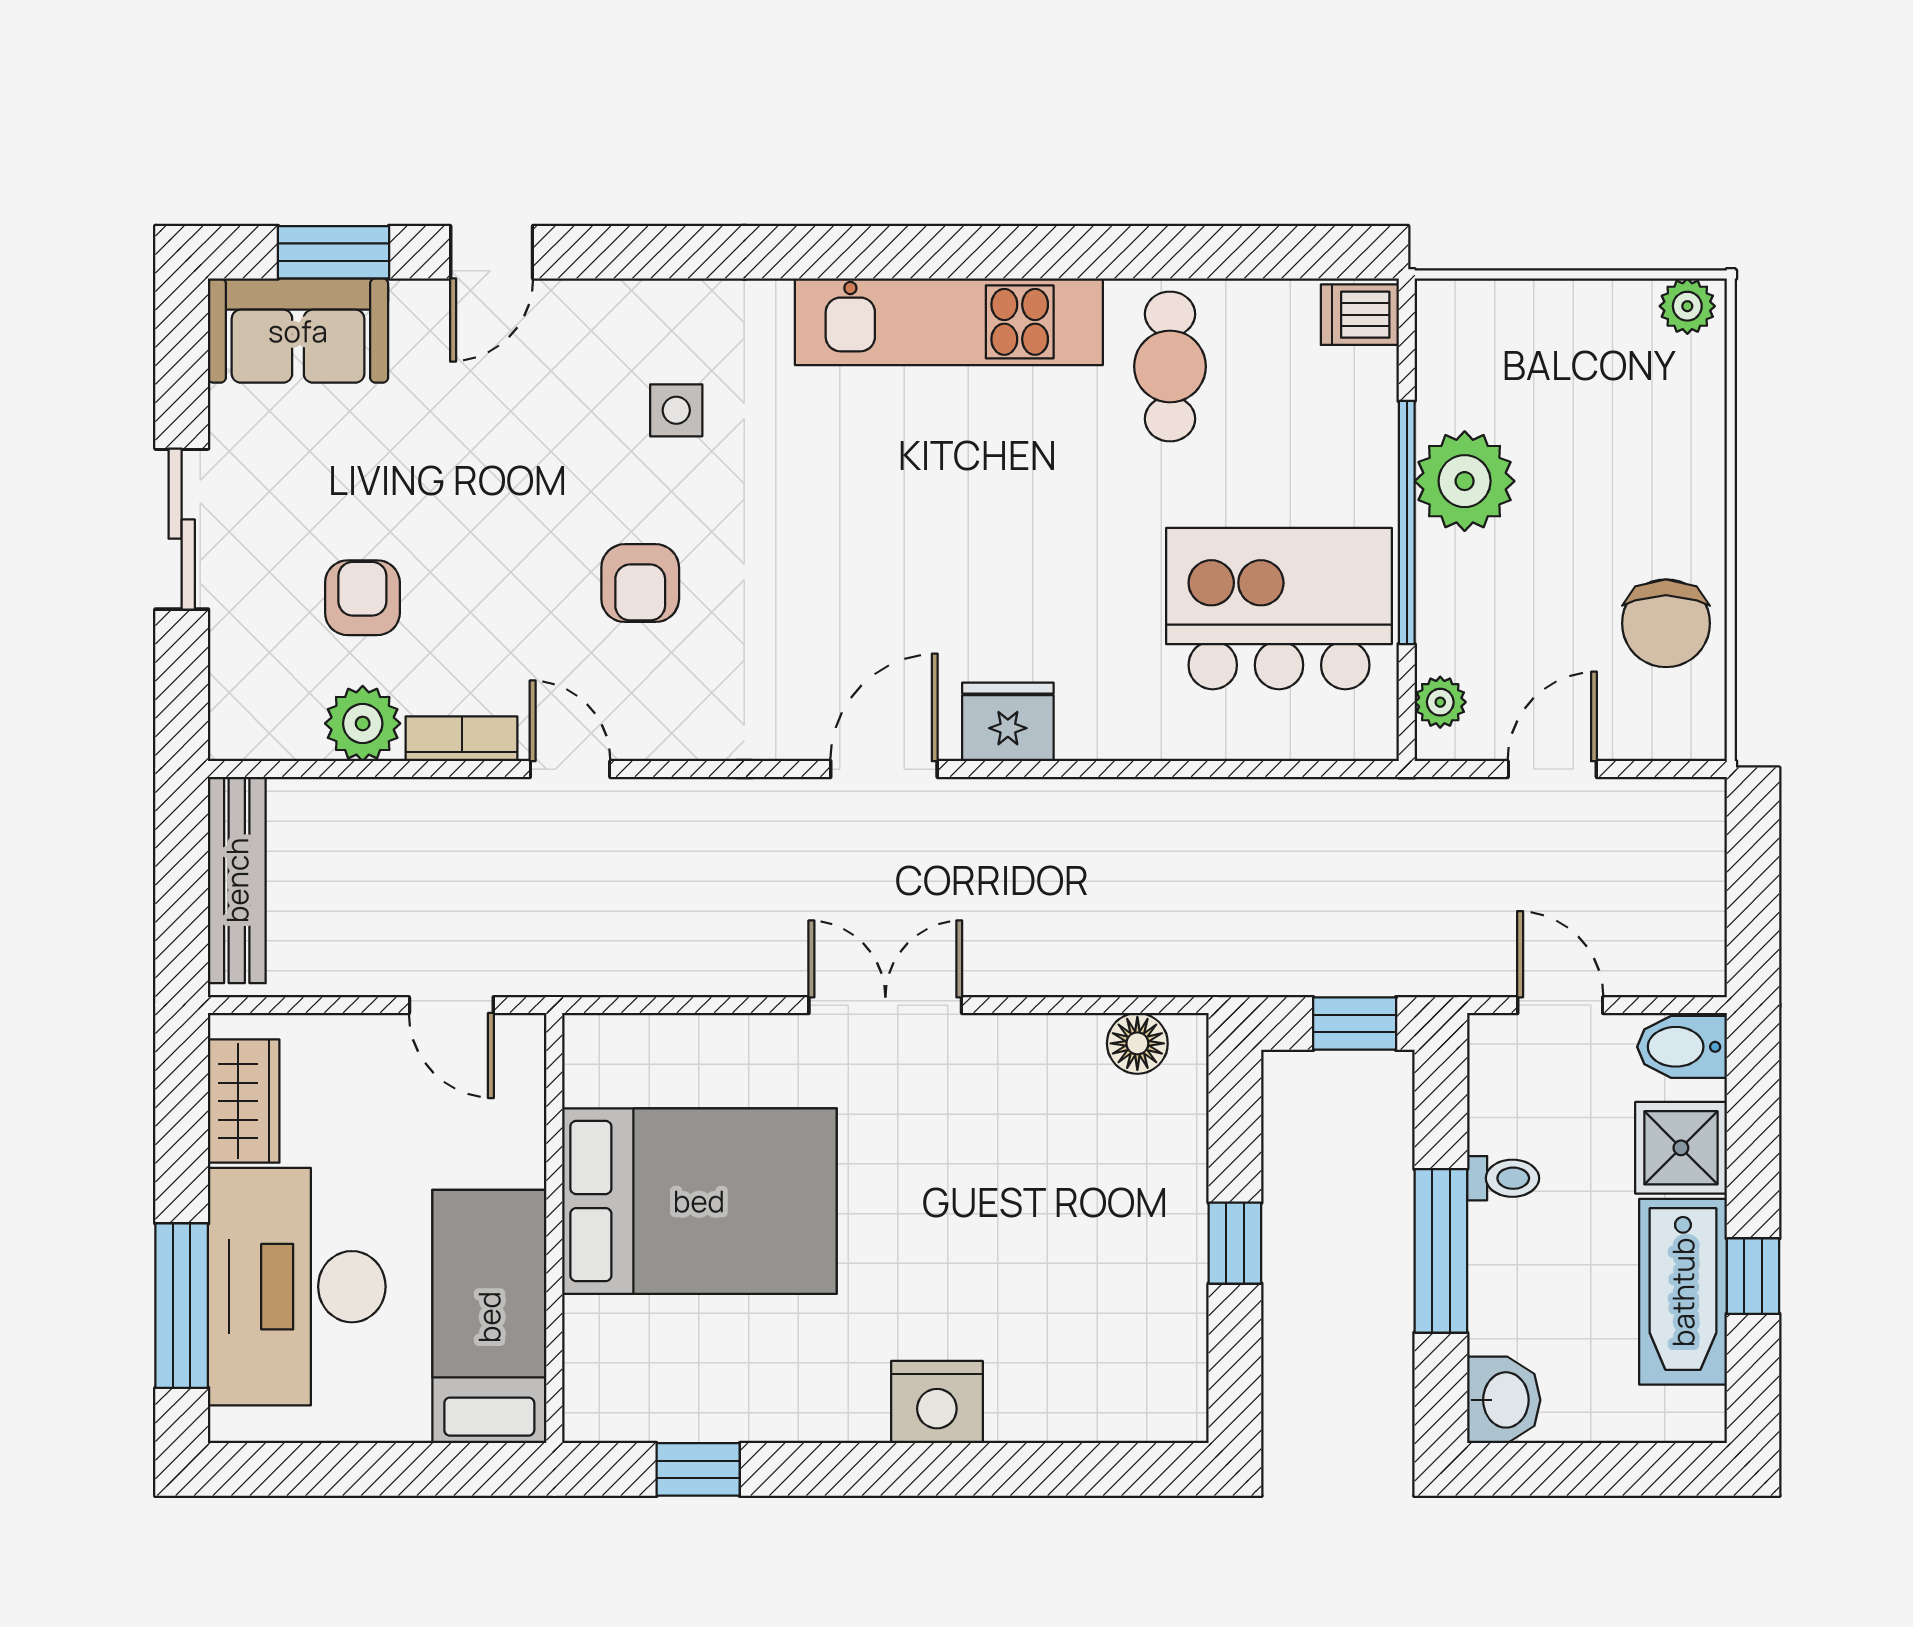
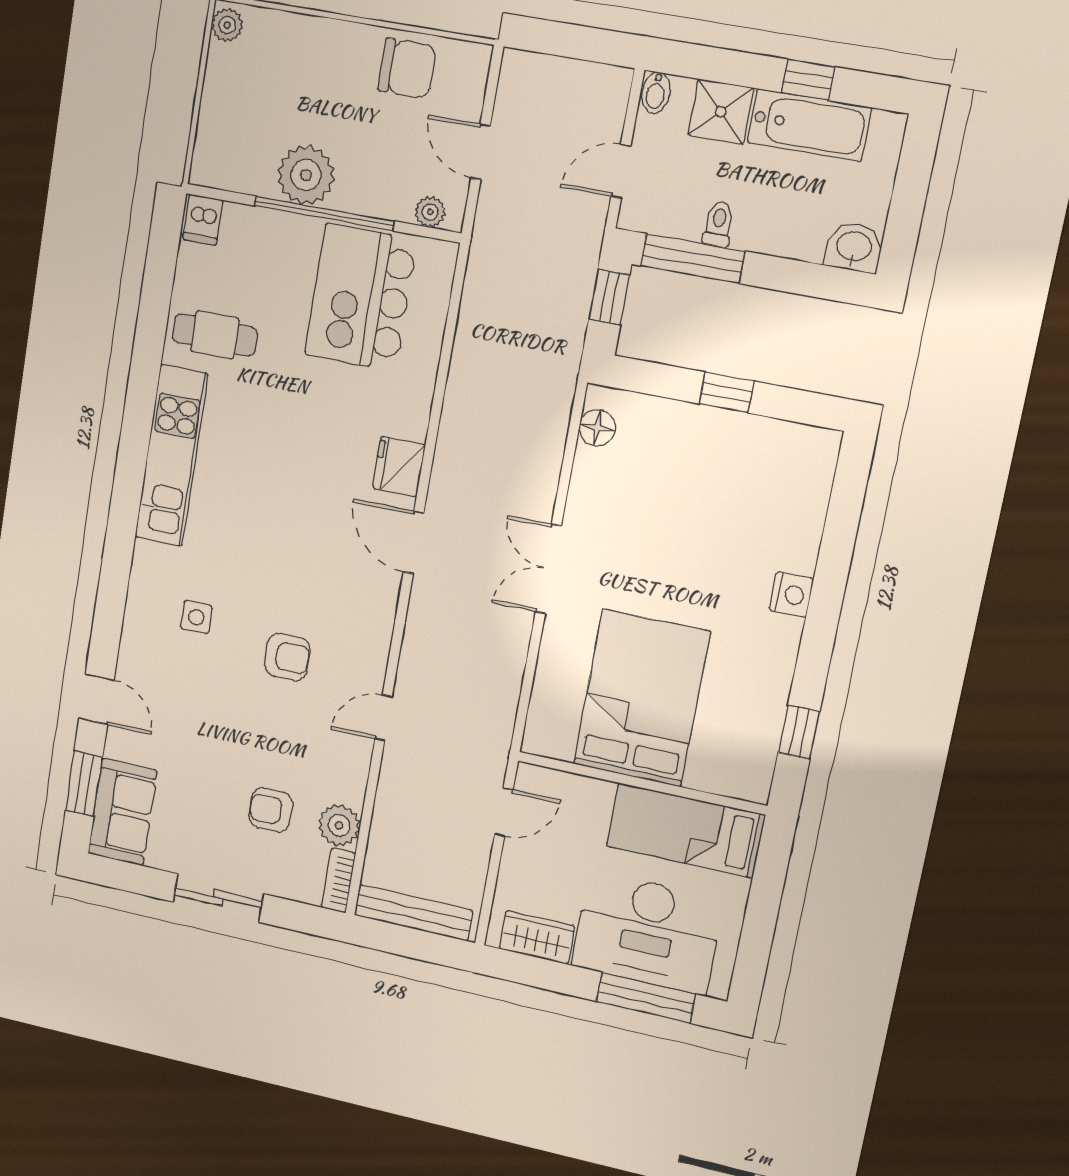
bookcase: (462, 739) -> (339, 880), moved
bidet: (1682, 1047) -> (656, 93), width x0.72, depth x0.74
window: (1441, 1251) -> (693, 259), moved
nightstand: (937, 1402) -> (791, 595), width x0.74, depth x0.75

